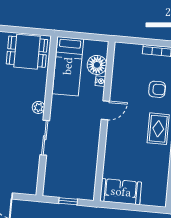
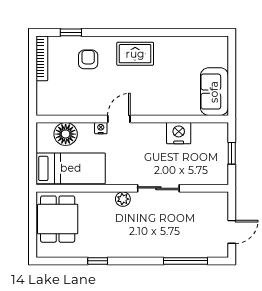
nightstand: (100, 81) -> (101, 128), moved
door: (105, 110) -> (119, 119), hinge flipped
nightstand: (89, 159) -> (179, 133), added

